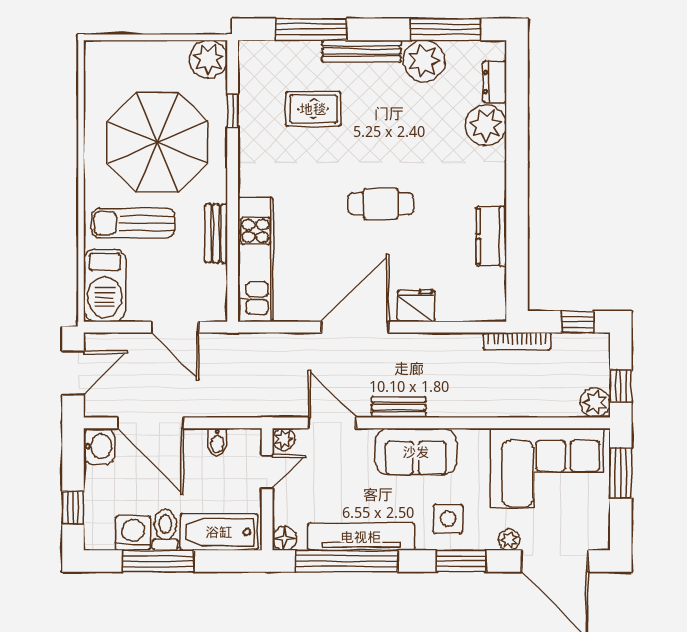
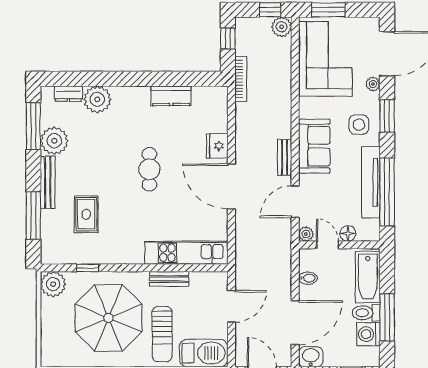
floor lamp: (284, 538) -> (348, 233), moved

